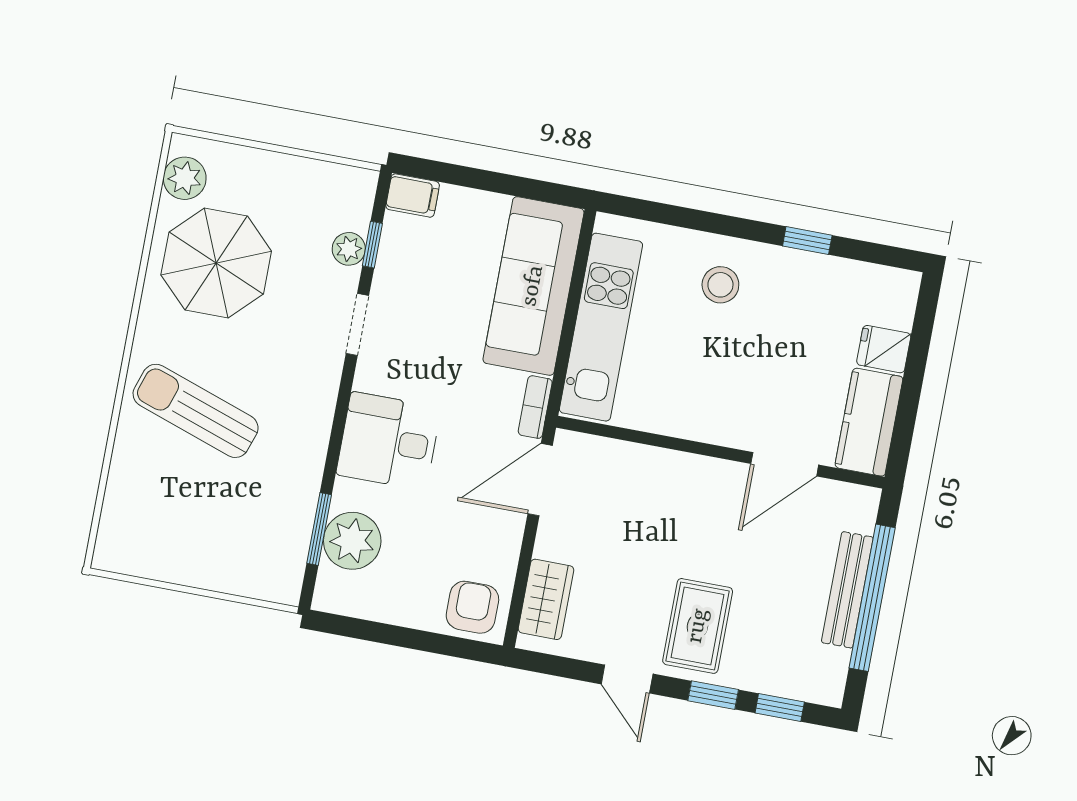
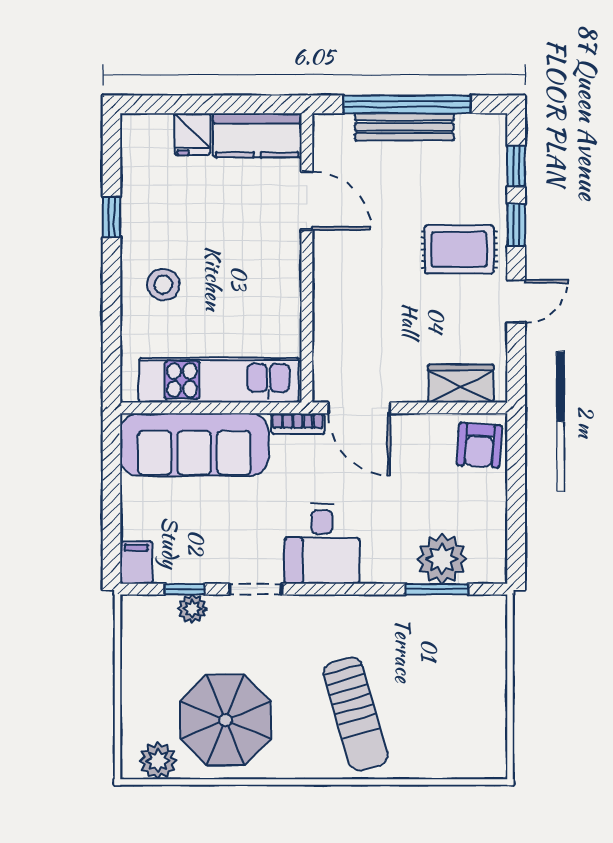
sun lounger: (196, 411) -> (356, 714), turned -35
desk: (389, 441) -> (322, 544), moved
armchair: (472, 607) -> (479, 445), turned -86

